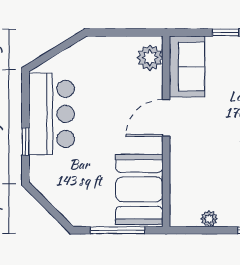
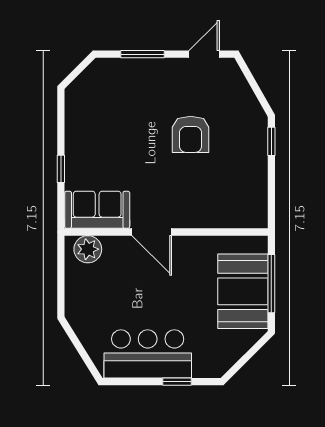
booth: (139, 189) -> (243, 291), moved, turned 90
plant: (209, 219) -> (259, 186), removed

